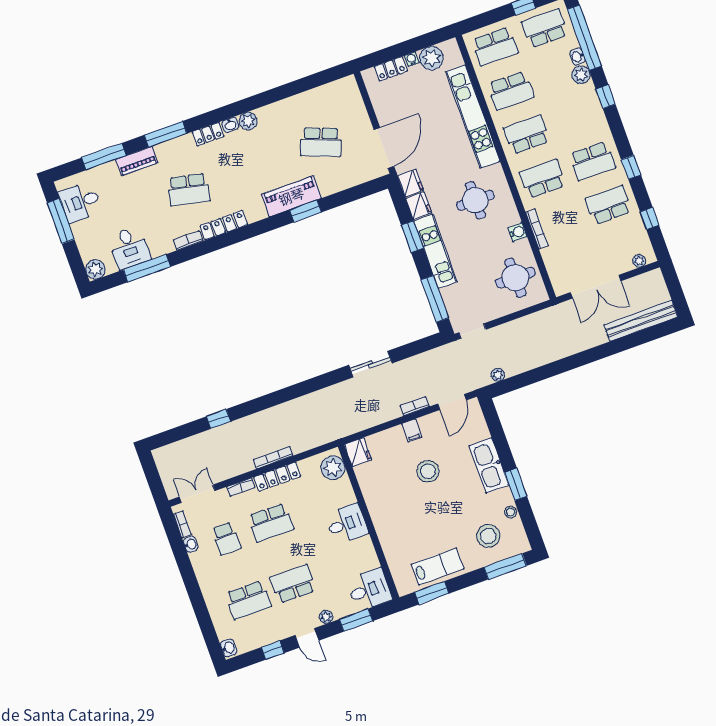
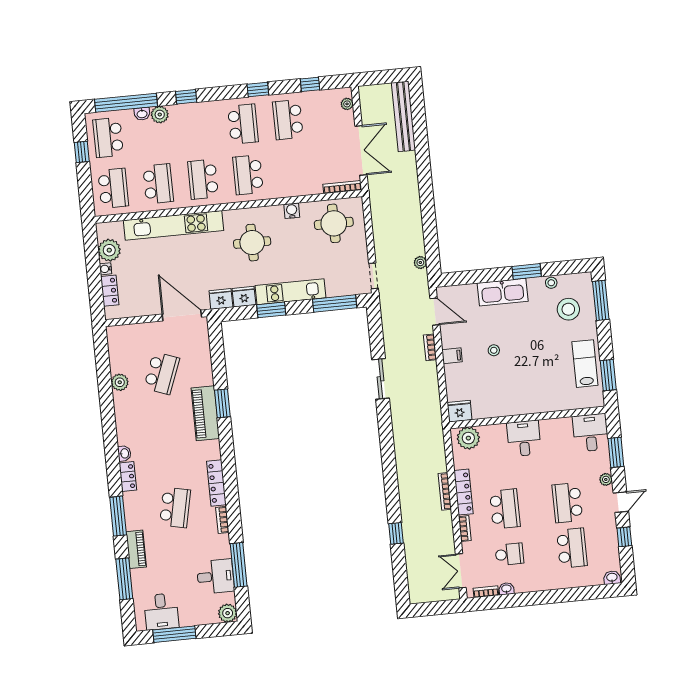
plant: (248, 121) -> (120, 382), moved
bookcase: (537, 229) -> (342, 187), moved
stool: (428, 471) -> (494, 350), width x0.53, depth x0.53

